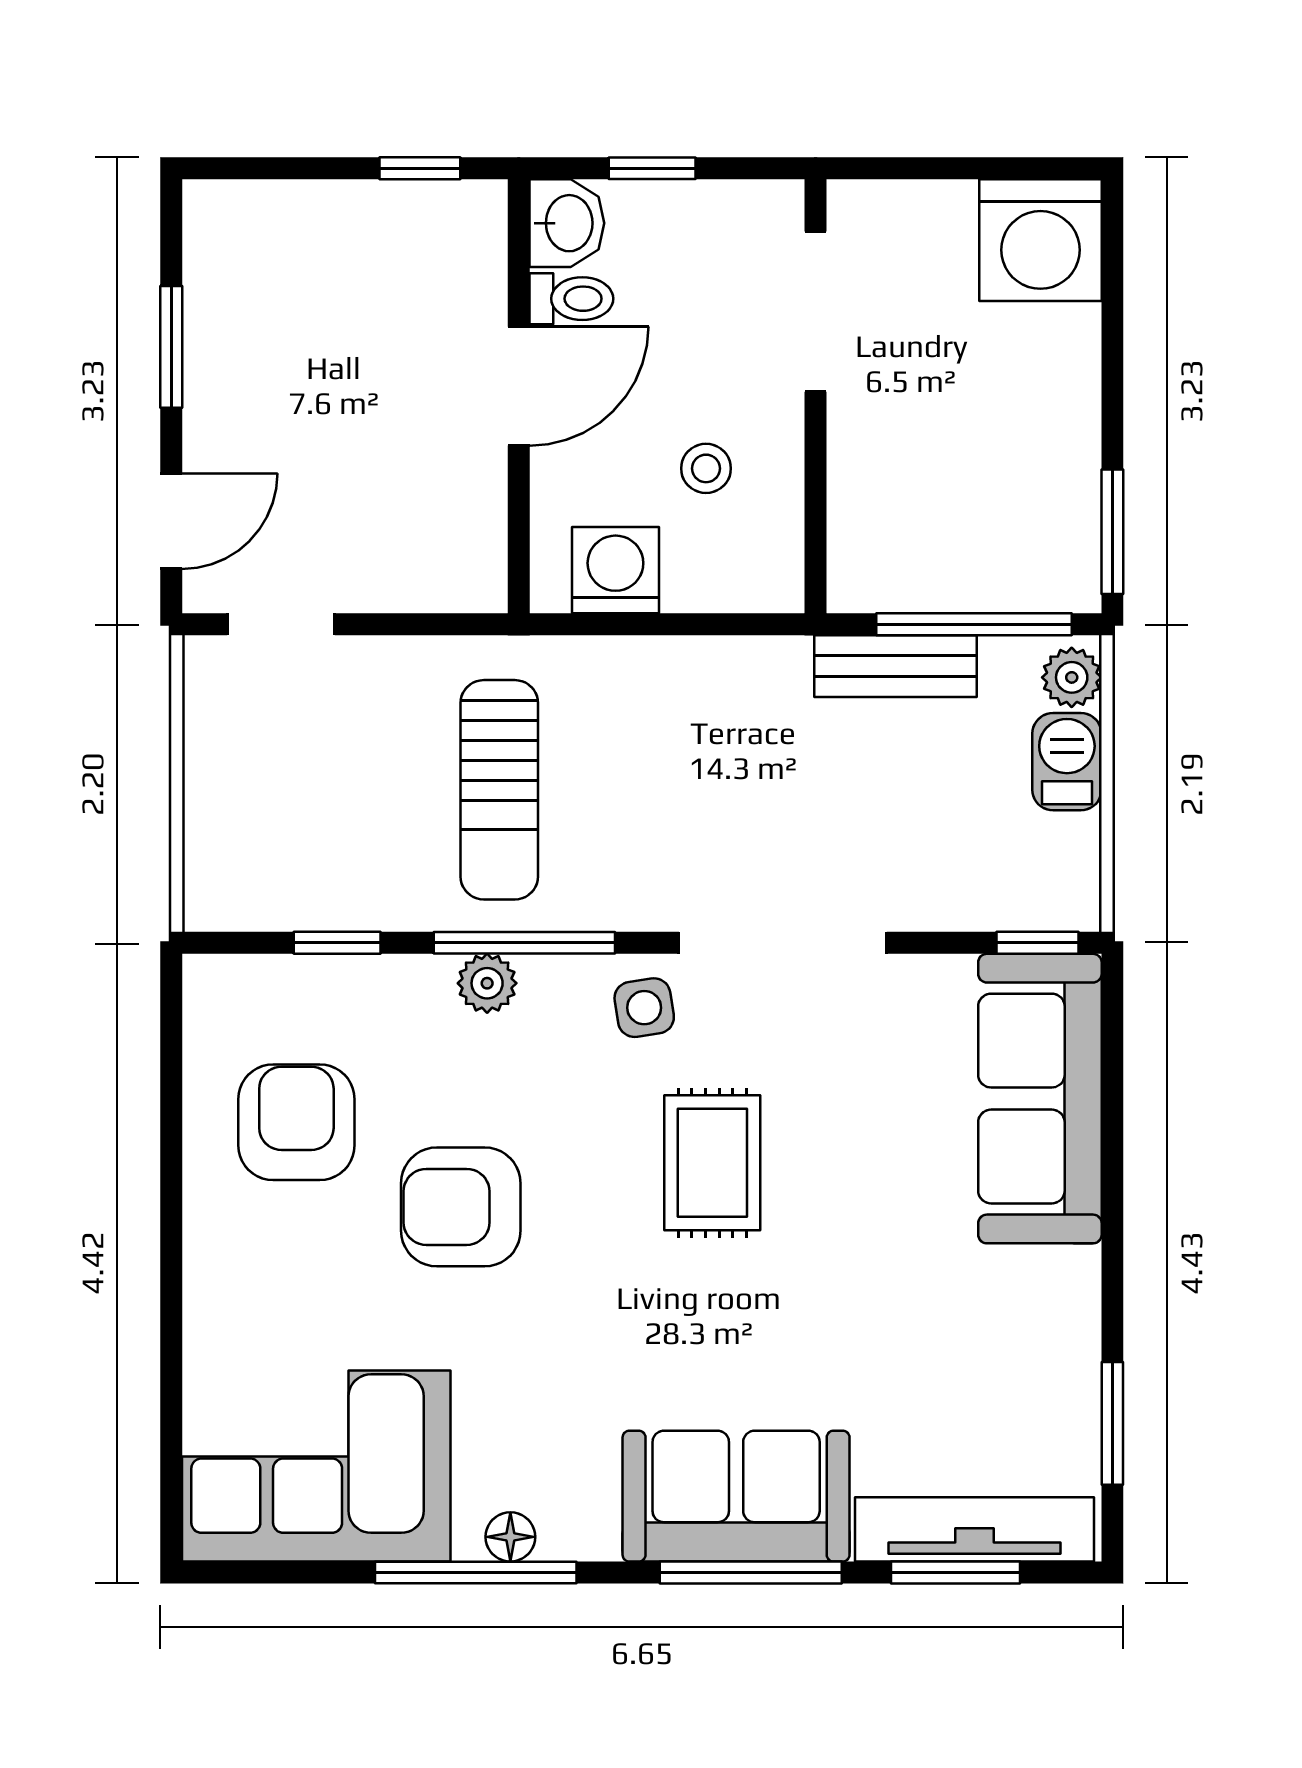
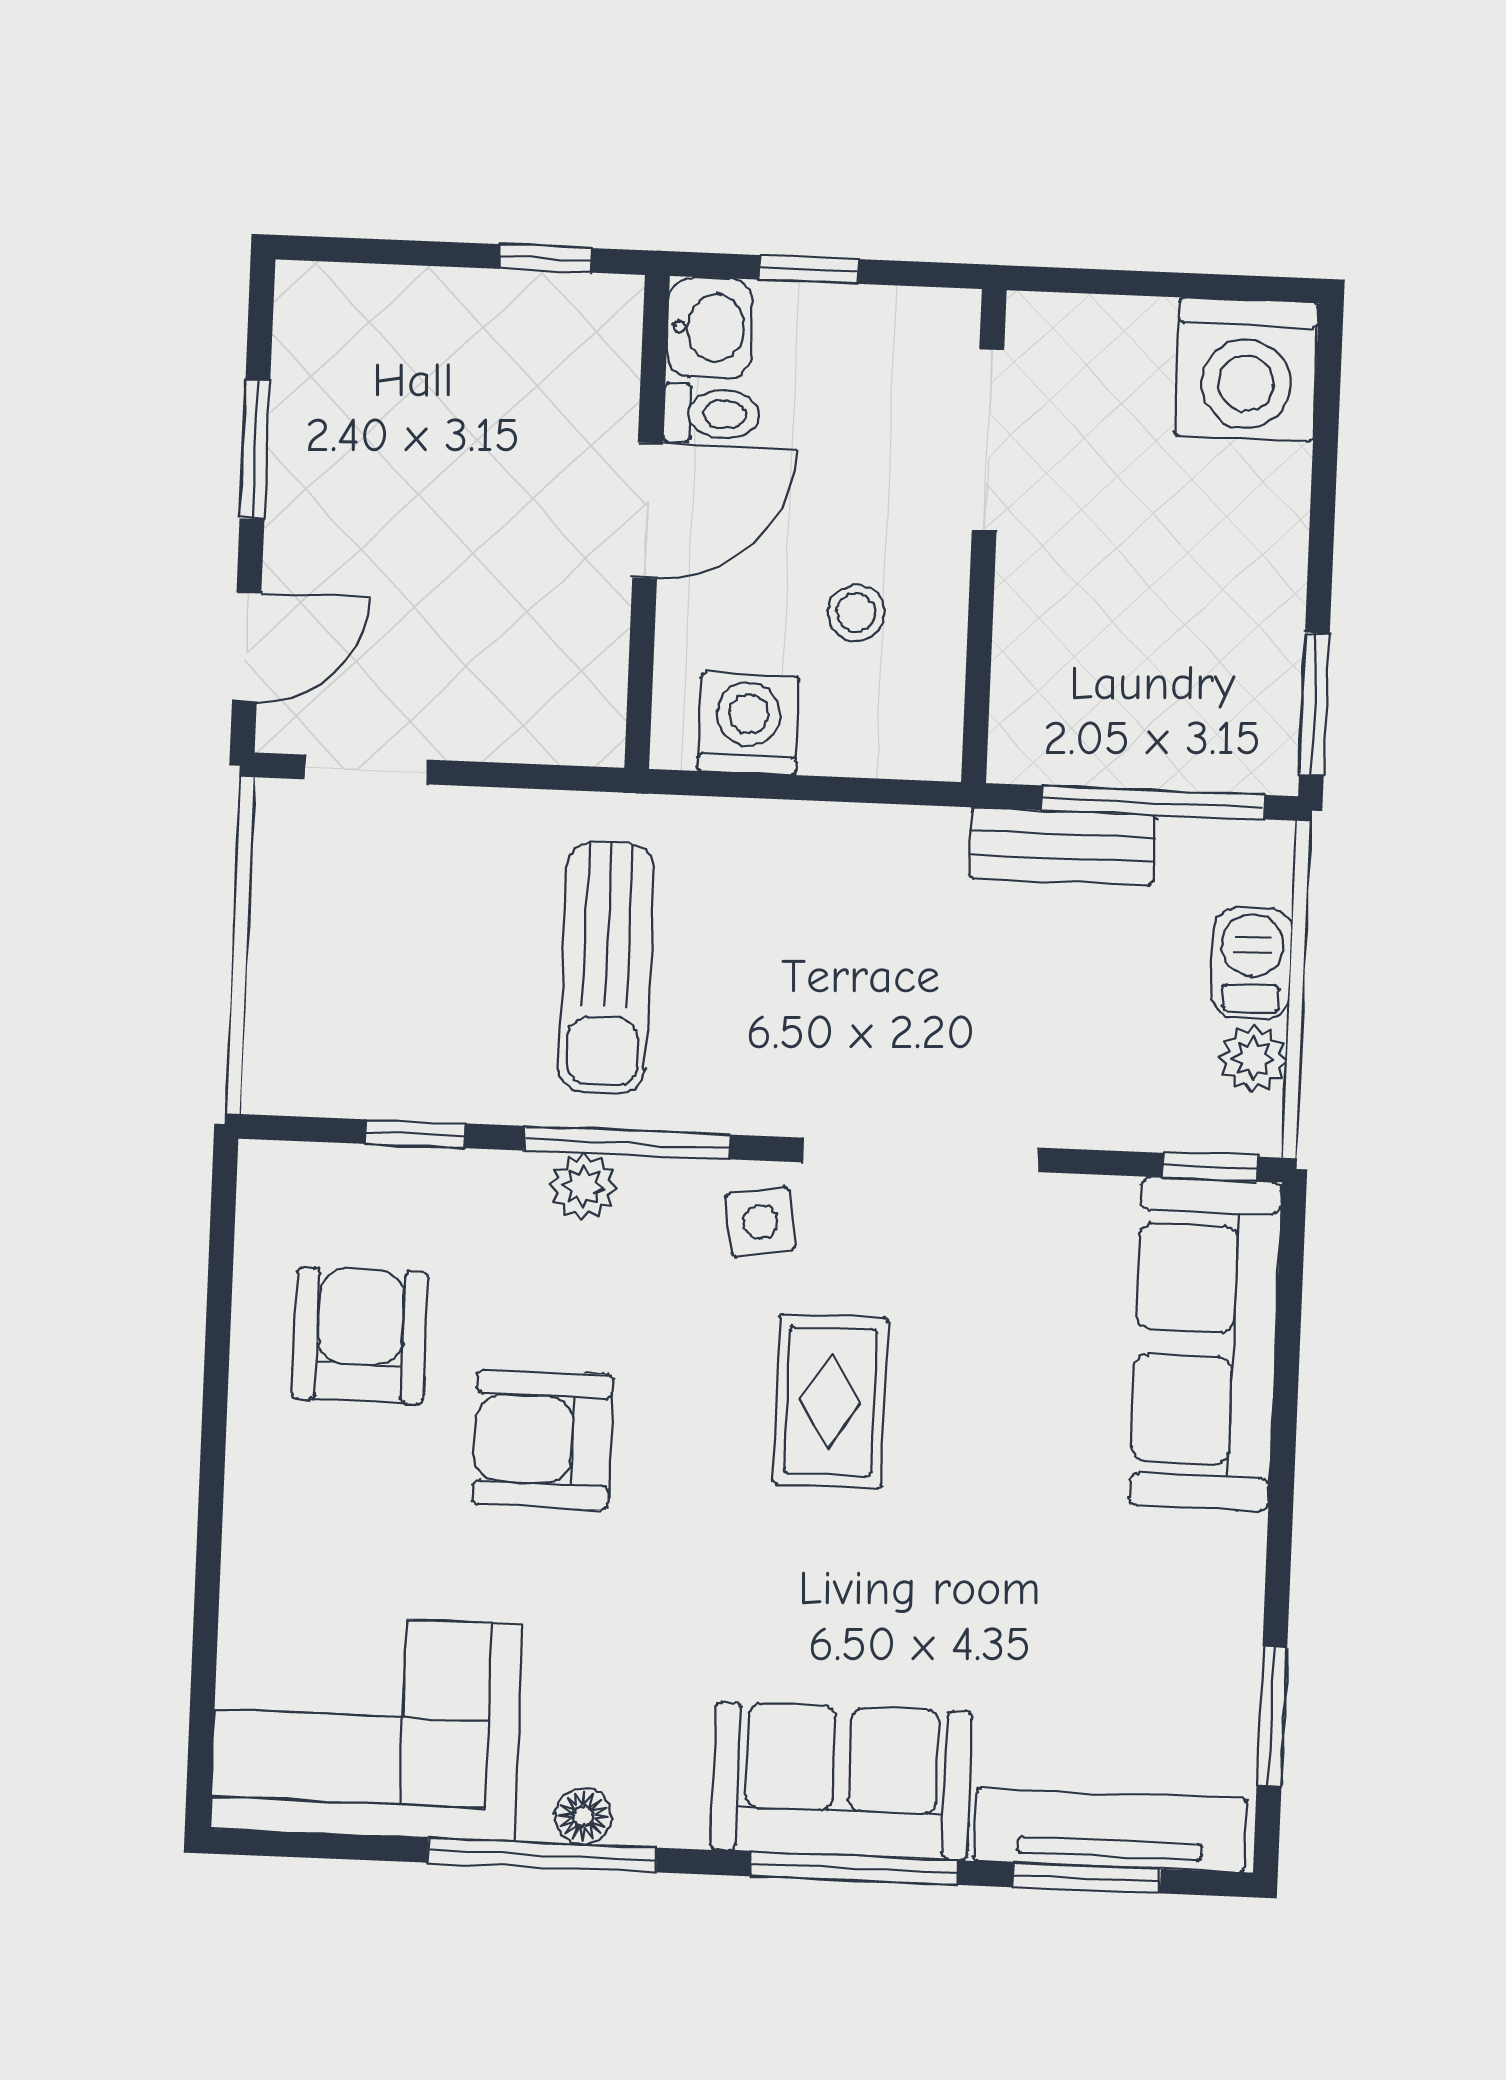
plant: (1072, 677) -> (1253, 1059), moved

